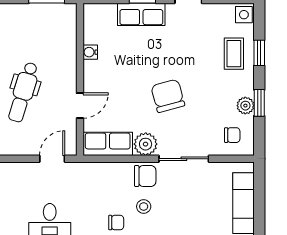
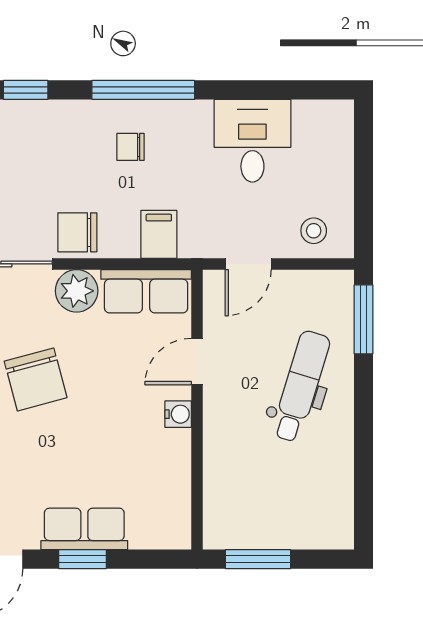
water cooler: (90, 52) -> (178, 414), moved
filing cabinet: (101, 175) -> (159, 234), added
stool: (144, 207) -> (314, 231), moved

